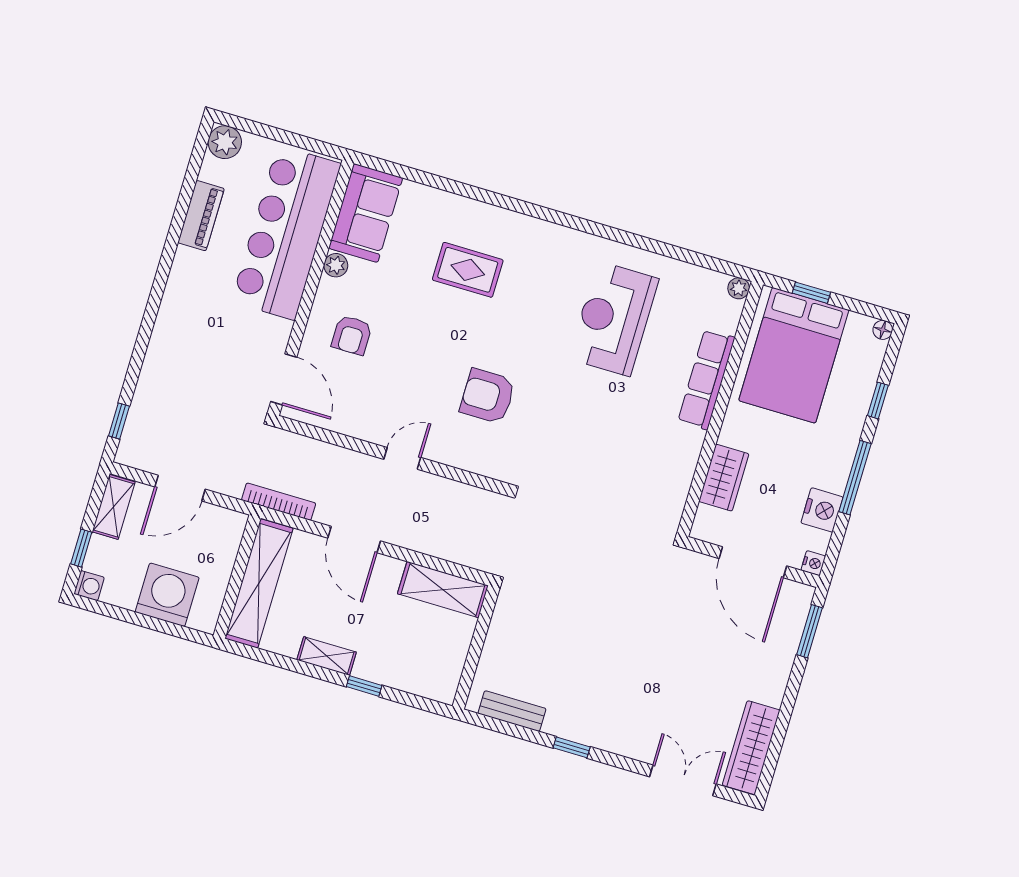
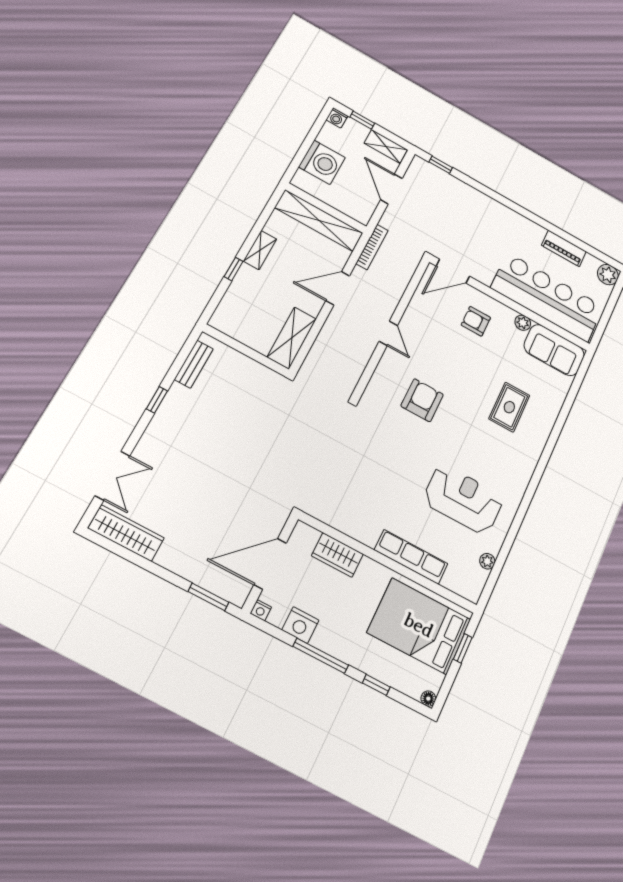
plant: (739, 288) -> (487, 561), moved

